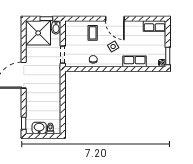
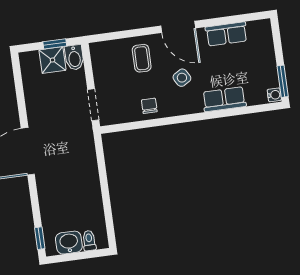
row of seats: (154, 26) -> (226, 34), moved
shower: (38, 33) -> (52, 60), width x0.54, depth x0.54

